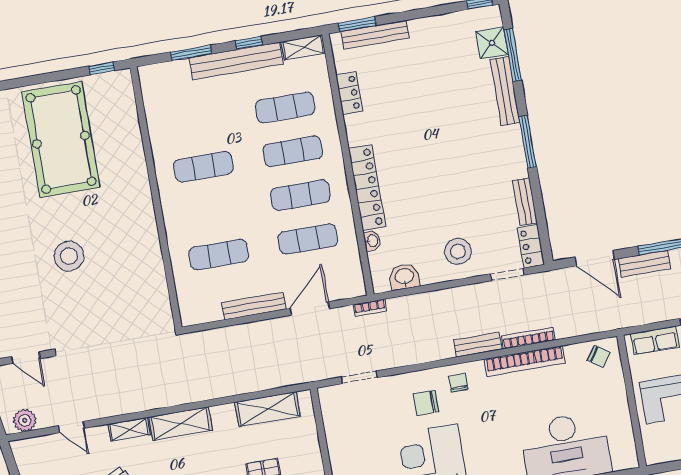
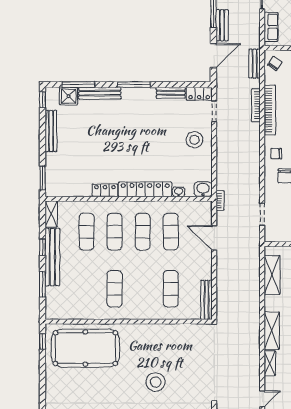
bench: (375, 35) -> (51, 131), moved
locker: (349, 93) -> (105, 190), moved
pool table: (61, 140) -> (85, 348), moved
washbasin: (404, 277) -> (203, 189), moved, turned 90
bench: (254, 306) -> (207, 300), moved
bench: (478, 345) -> (255, 64), moved

